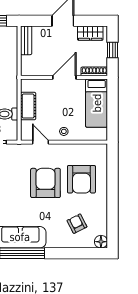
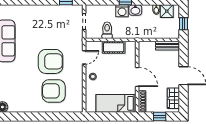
armchair: (77, 224) -> (17, 87), removed

